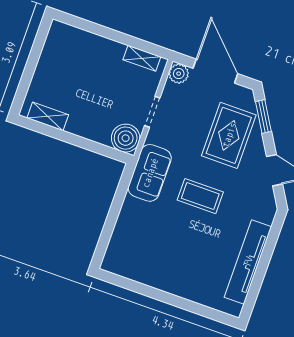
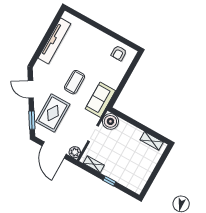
window: (109, 34) -> (109, 181), added
coffee table: (200, 196) -> (75, 82), turned 90
armchair: (132, 260) -> (119, 53), added

